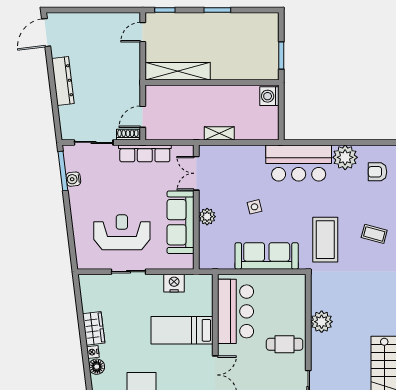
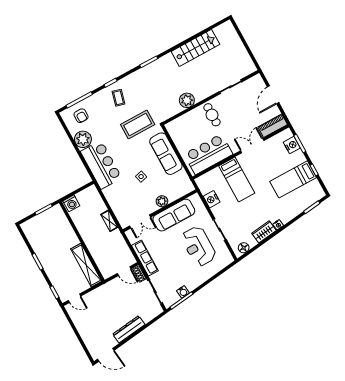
floor lamp: (97, 367) -> (244, 248), moved

